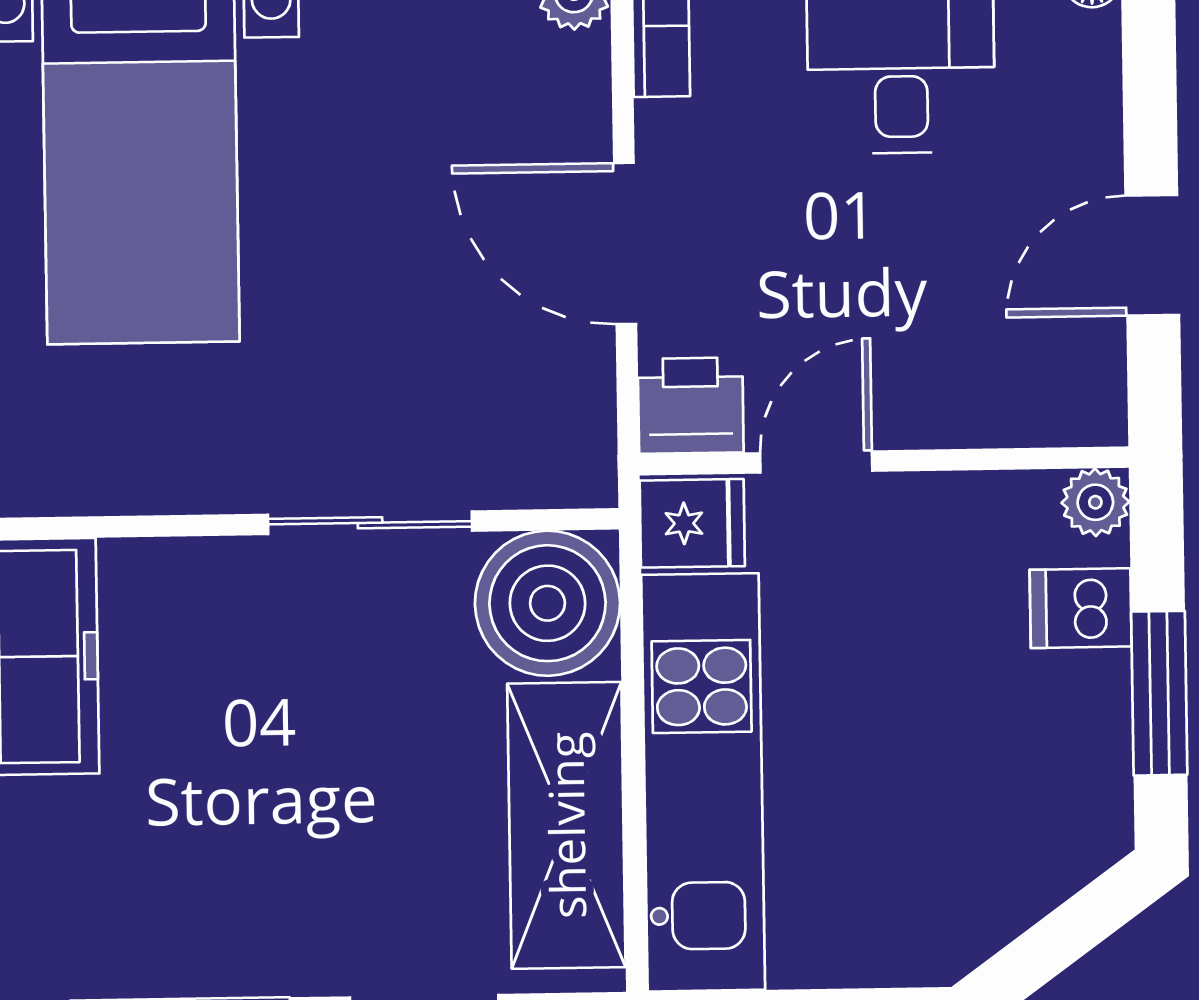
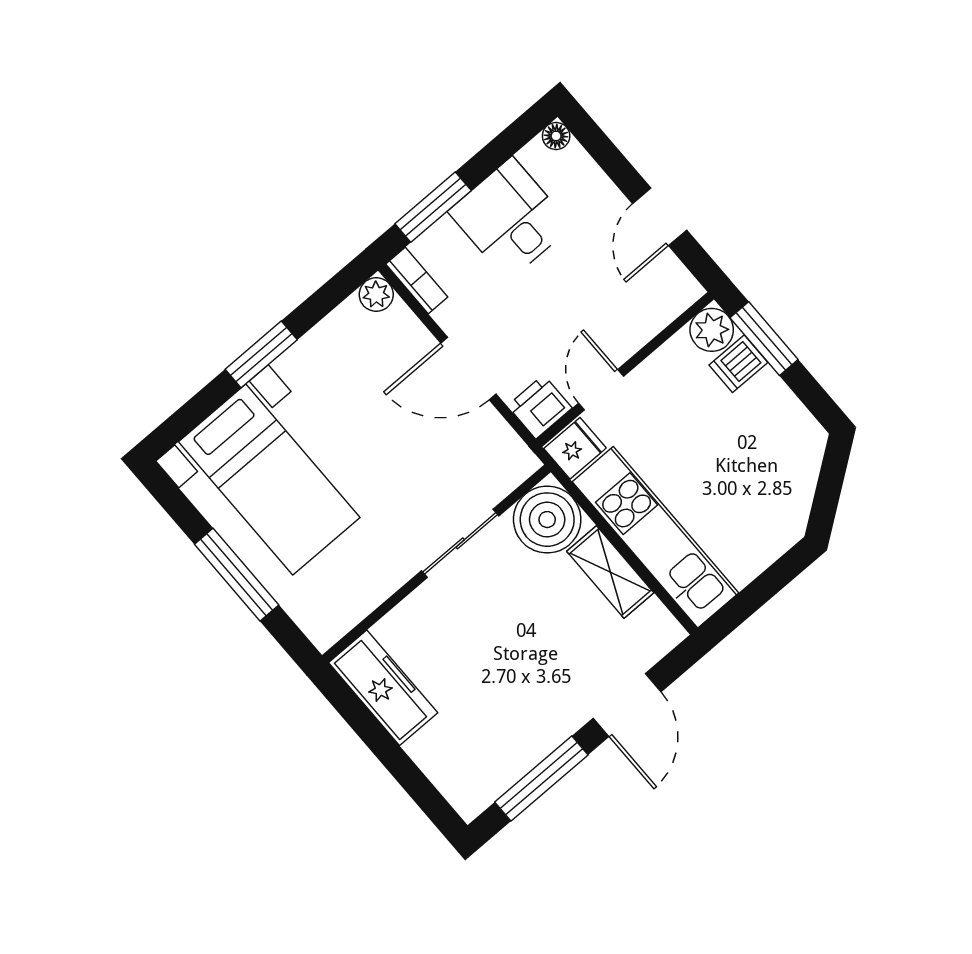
plant: (1095, 502) -> (712, 330), width x1.38, depth x1.38
window: (1159, 693) -> (764, 339), moved
shelving: (566, 825) -> (610, 572), width x0.67, depth x0.75

